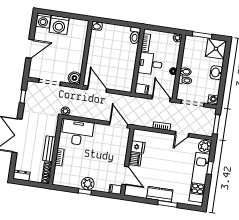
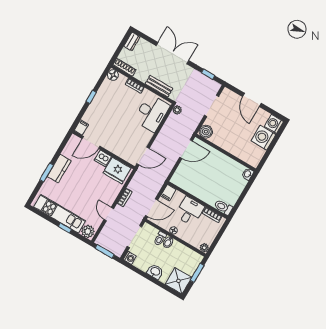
fridge: (138, 147) -> (117, 171), width x1.88, depth x1.34
bench: (49, 149) -> (159, 86), moved
floor lamp: (58, 180) -> (113, 75), added
plant: (88, 184) -> (98, 103), removed

